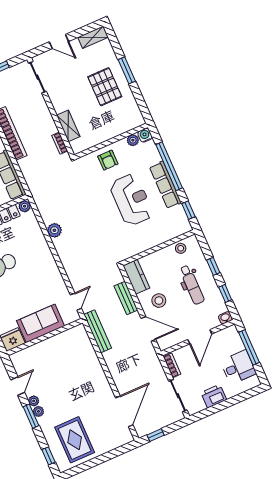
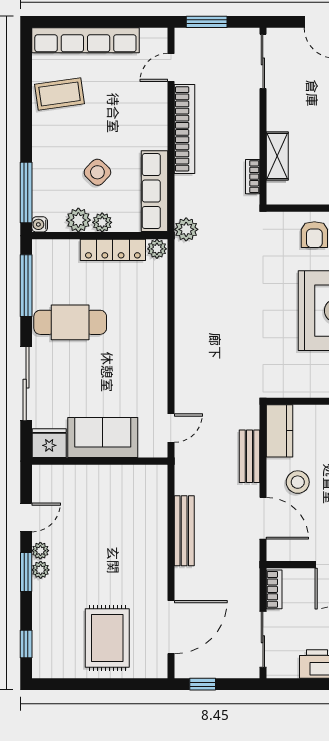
plant: (54, 230) -> (186, 229), moved
bench: (98, 331) -> (184, 531), moved
rug: (75, 440) -> (107, 638), moved

